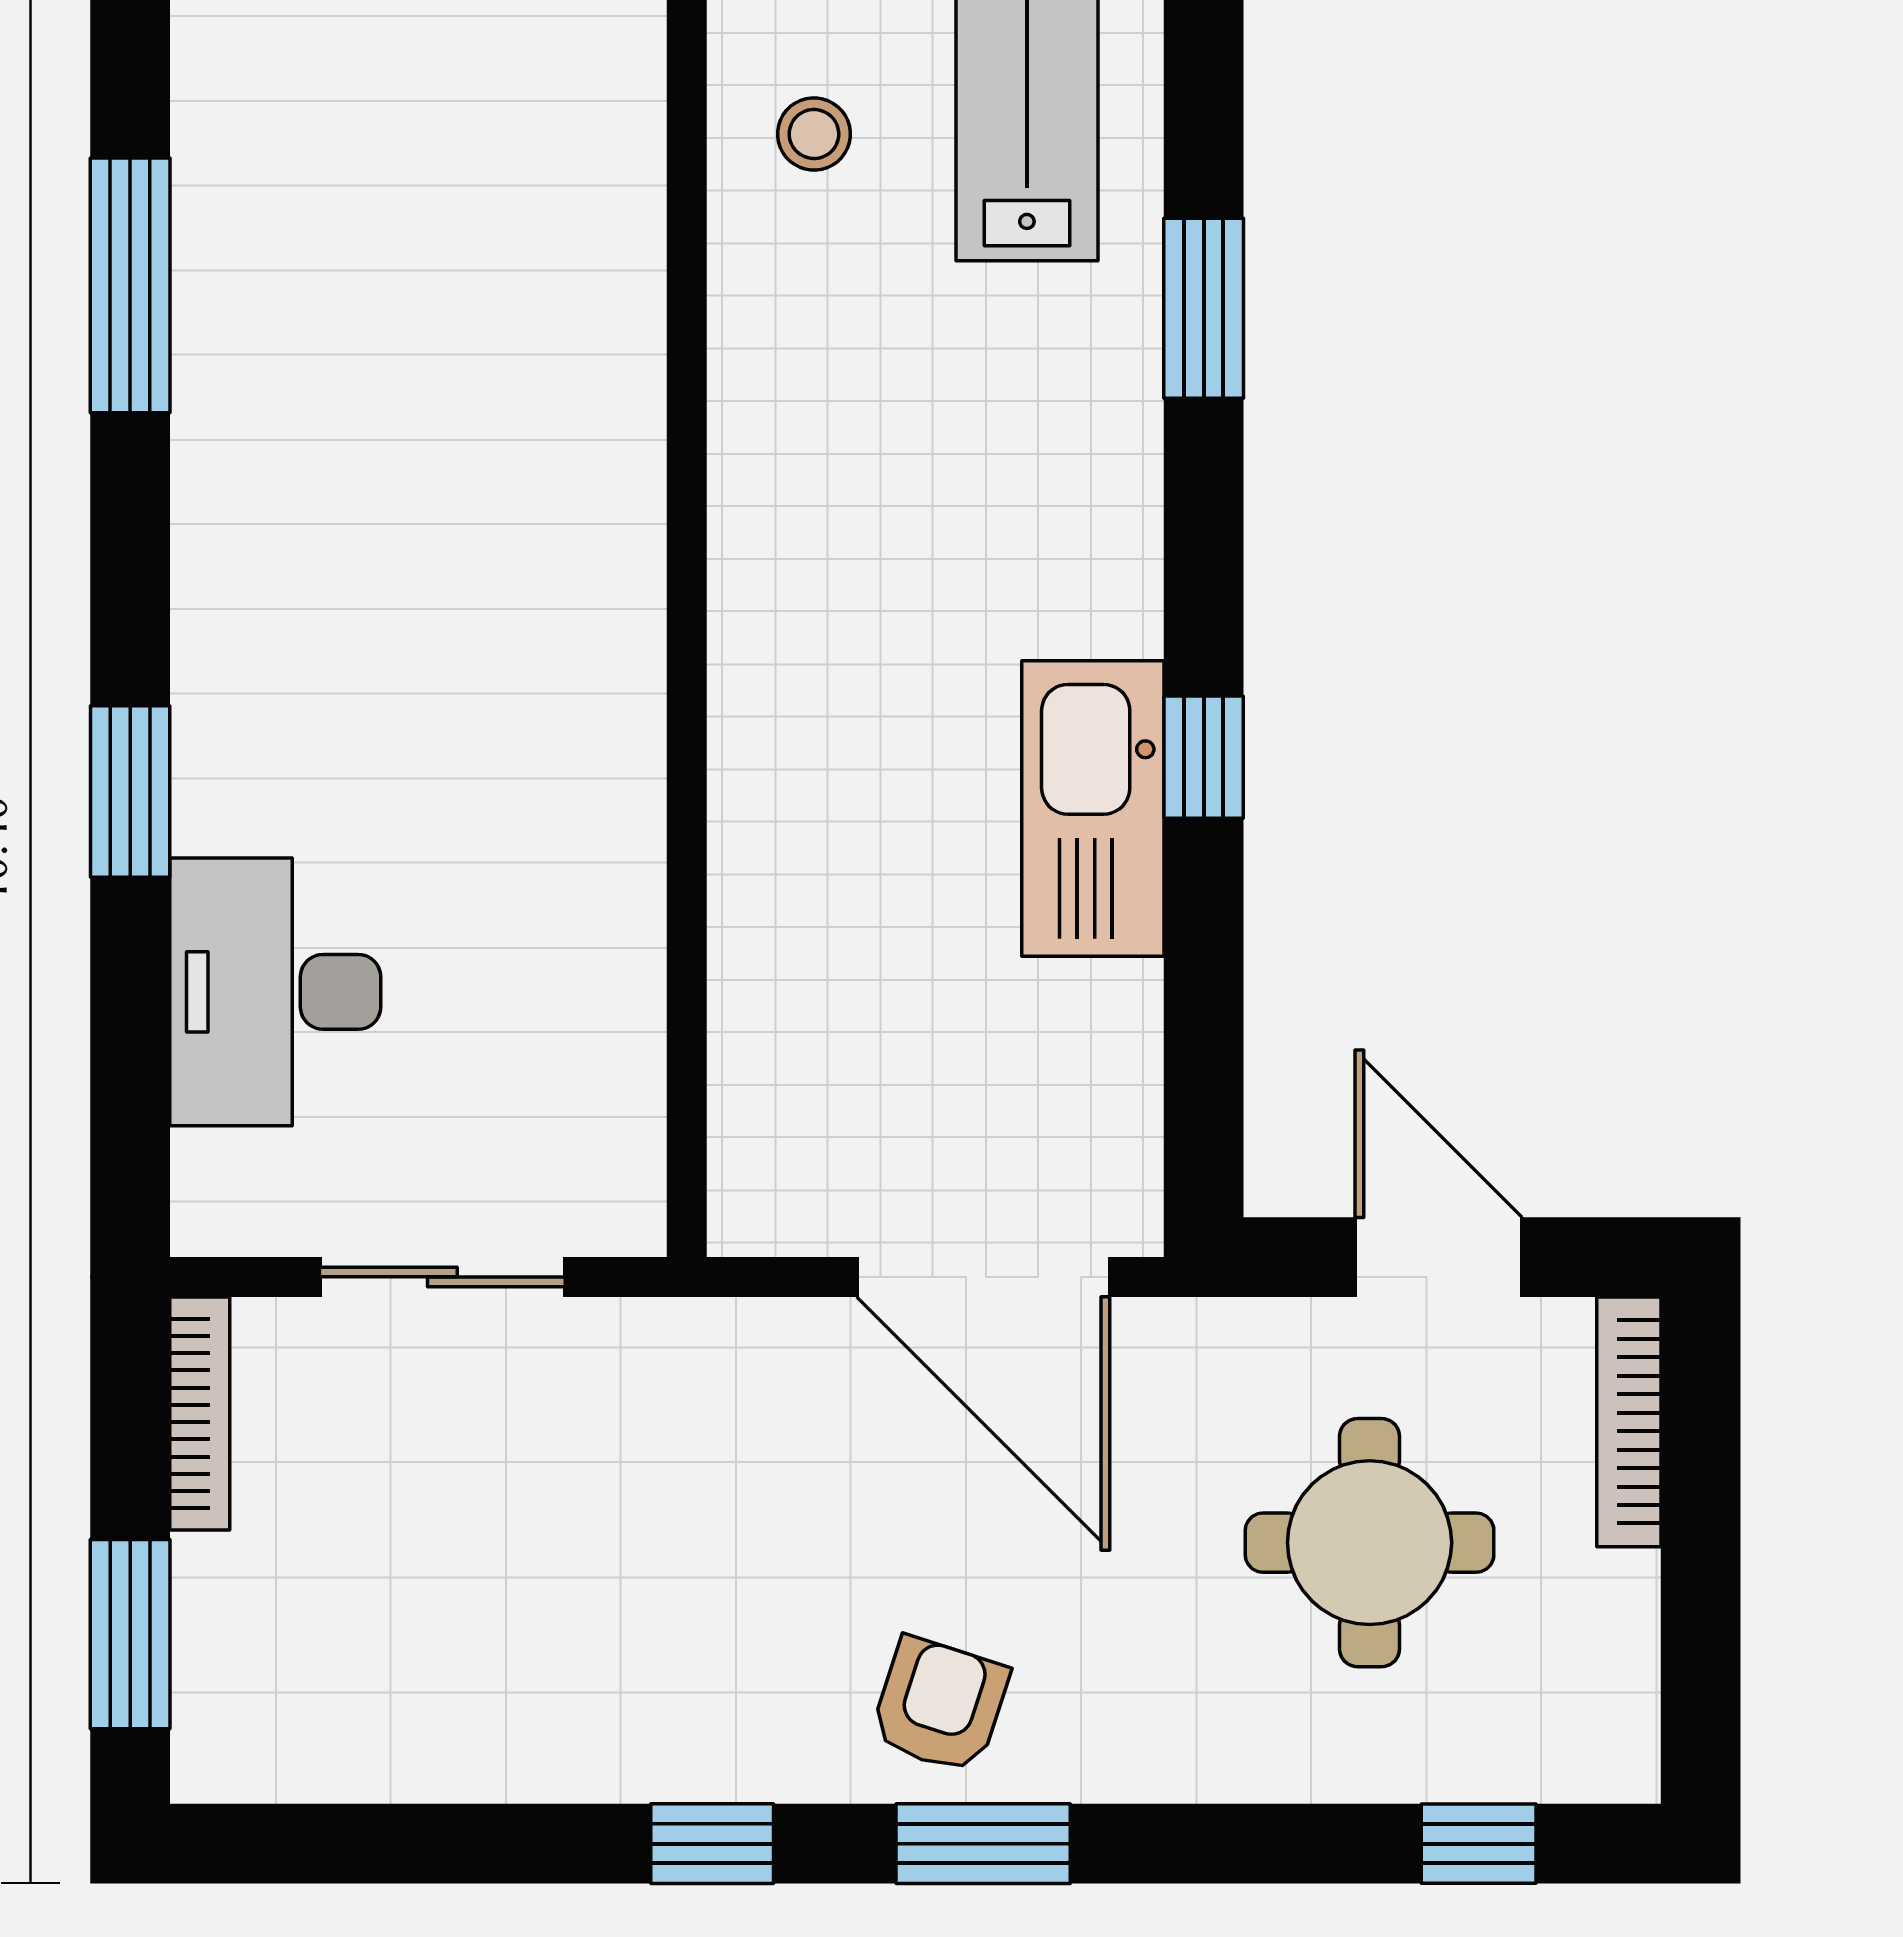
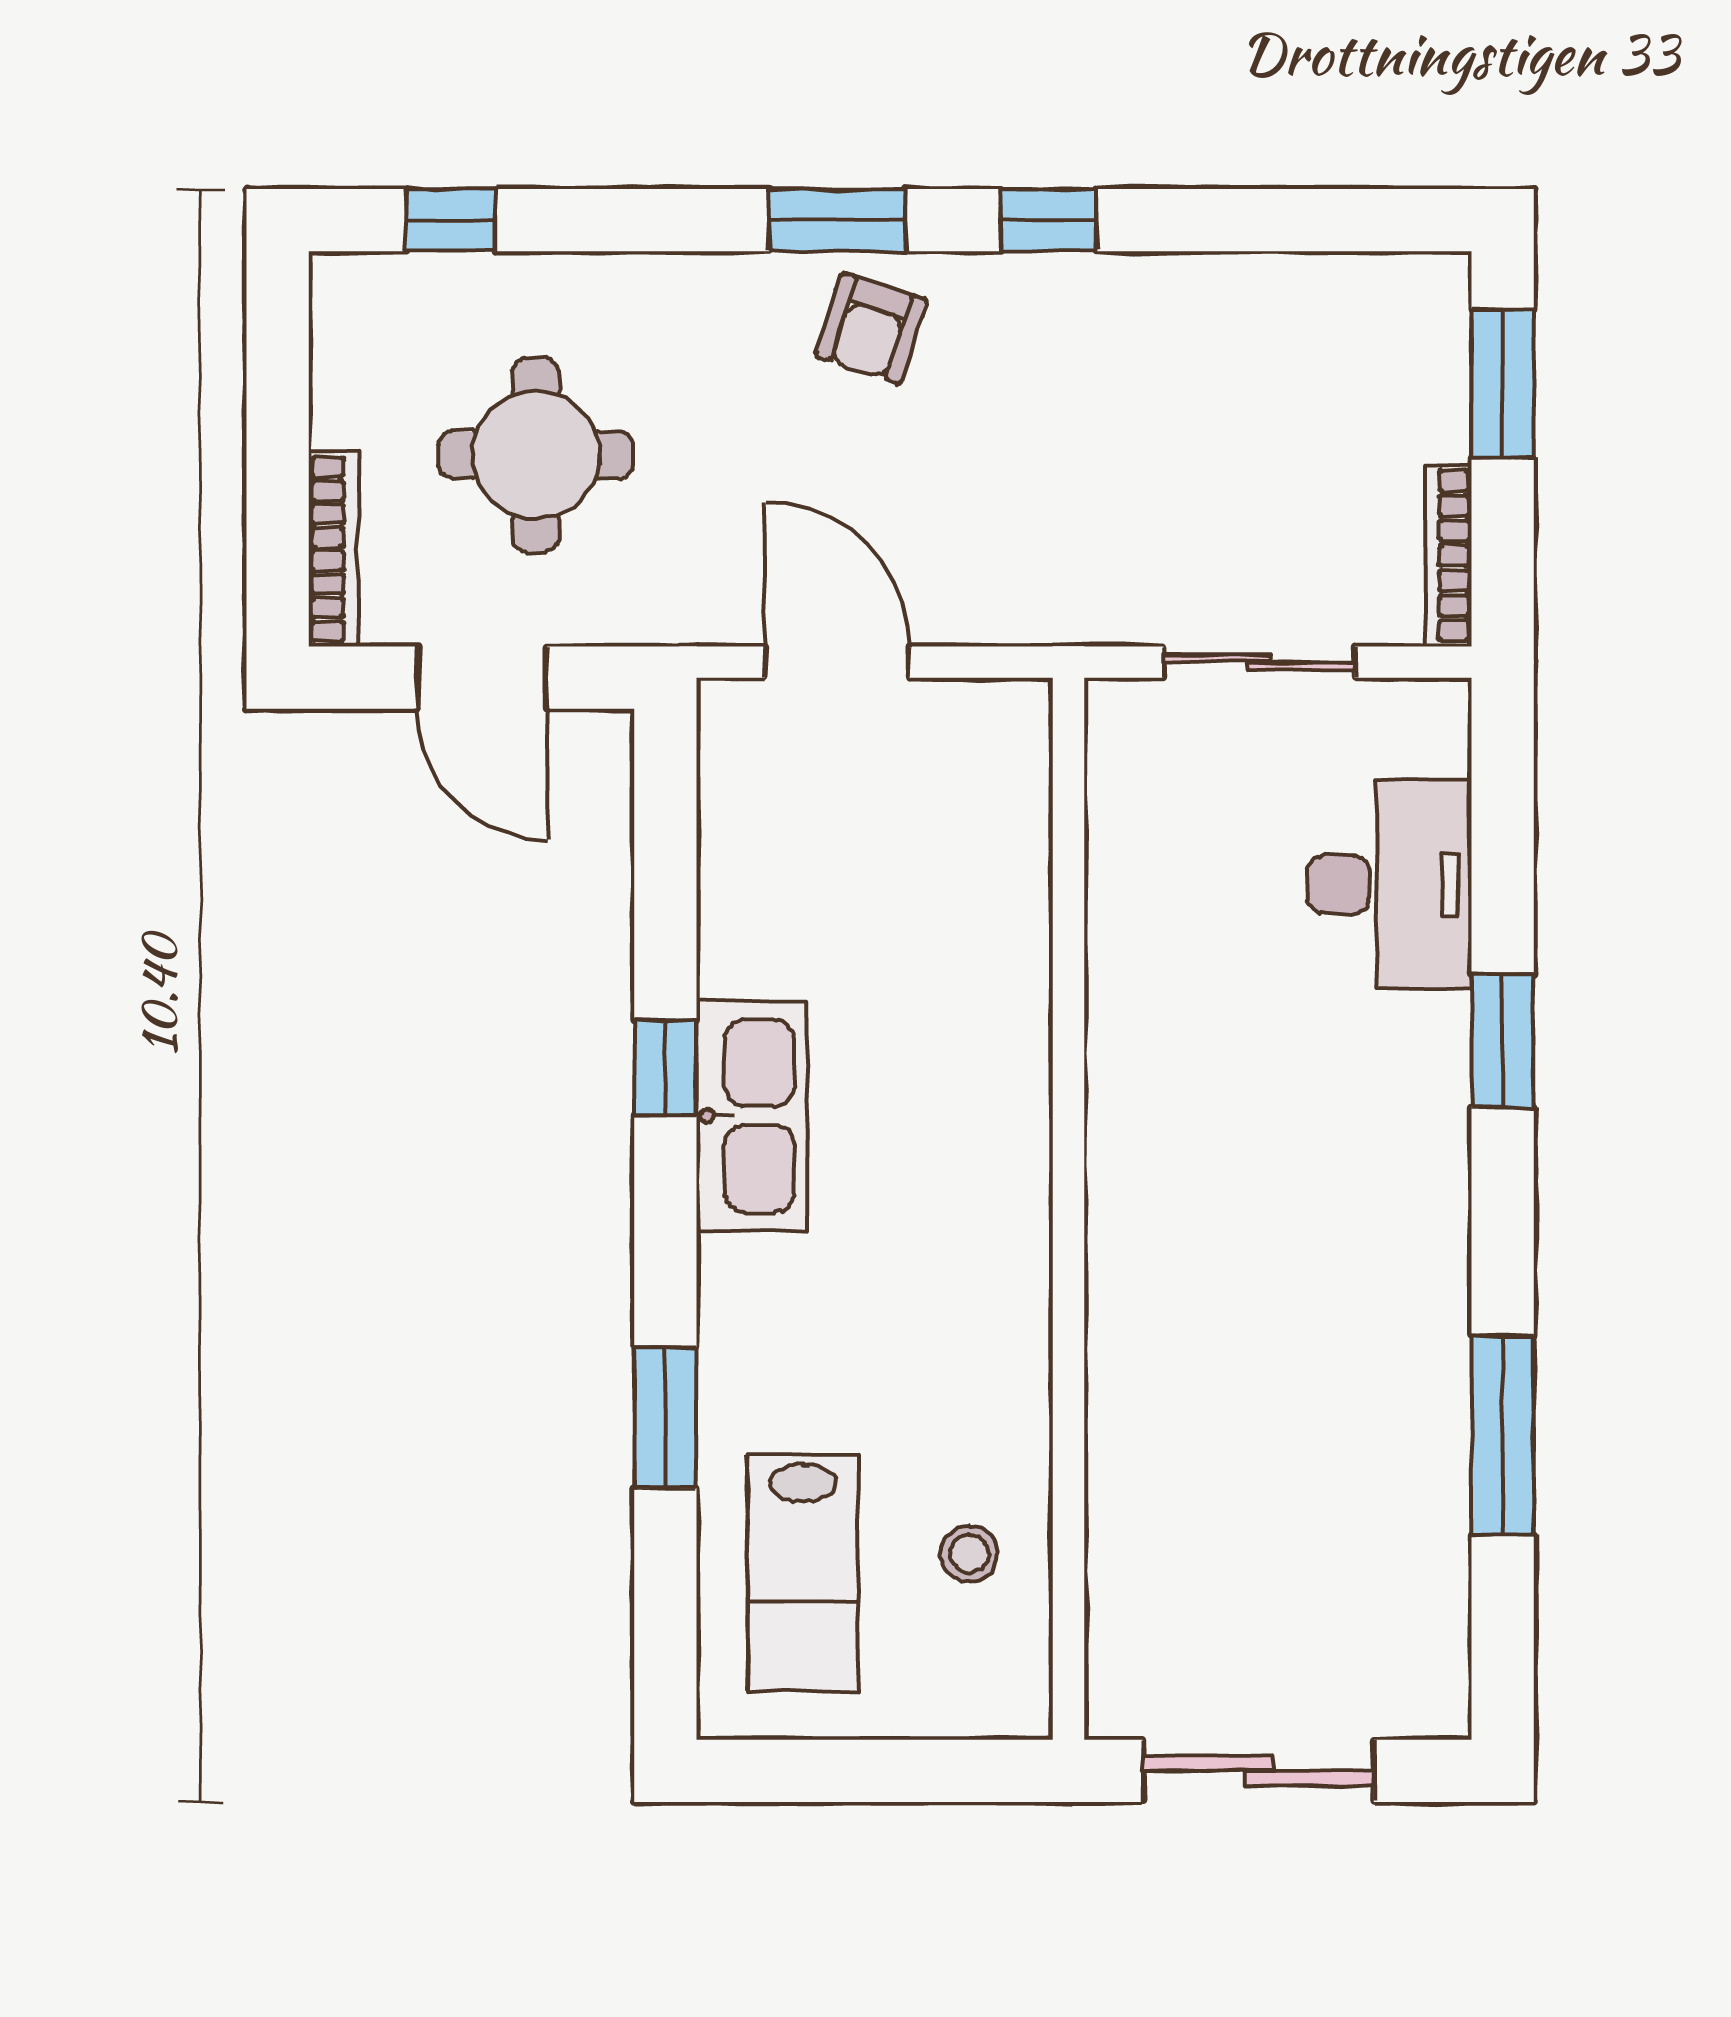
kitchen sink: (1093, 808) -> (752, 1116), moved
door: (983, 1277) -> (837, 662), width x0.73

